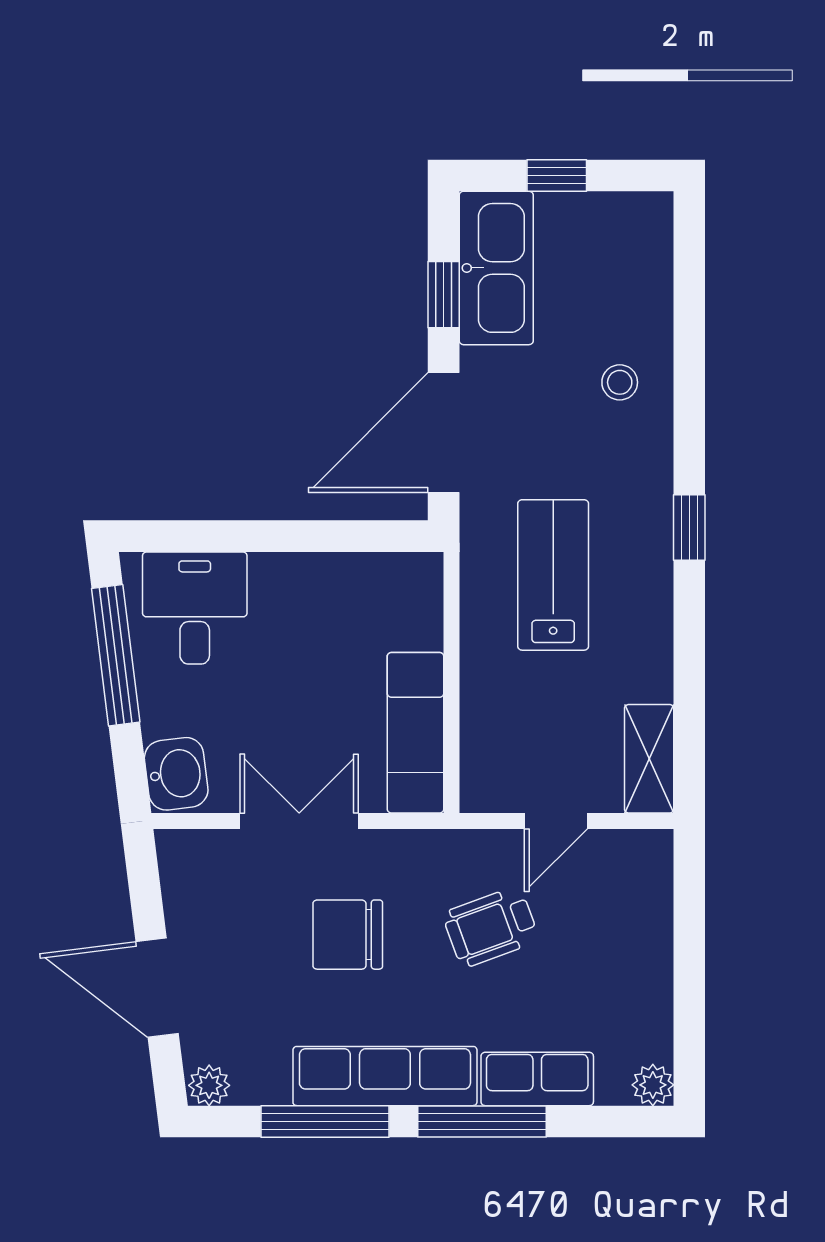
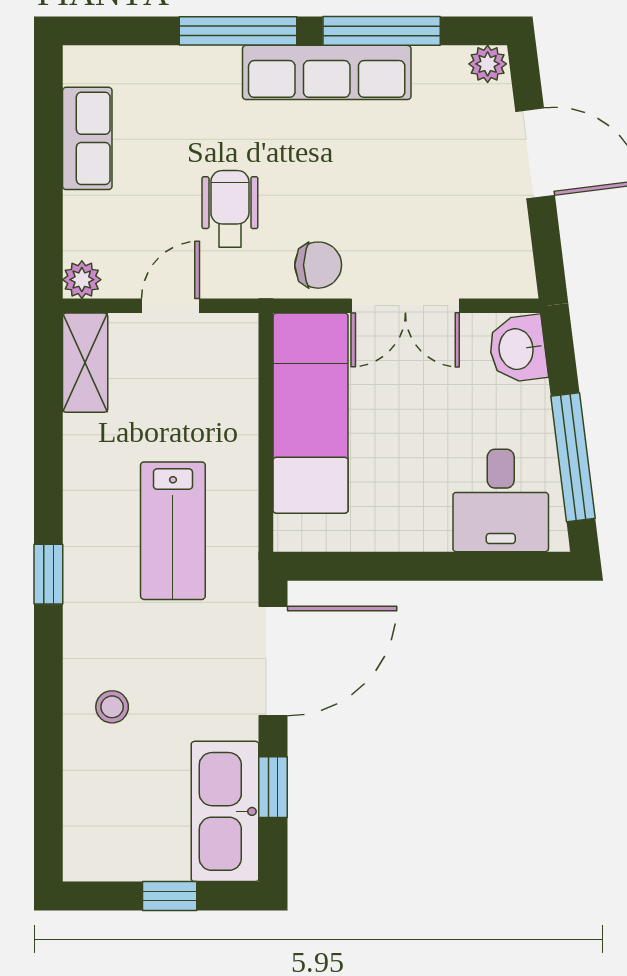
exam couch: (416, 733) -> (311, 413), width x1.36, depth x1.45
wheelchair: (491, 927) -> (230, 209), turned -70
chair: (348, 935) -> (318, 265), moved, width x0.73, depth x0.73
row of seats: (537, 1079) -> (87, 138), moved, turned -90
plant: (653, 1085) -> (82, 280), moved

